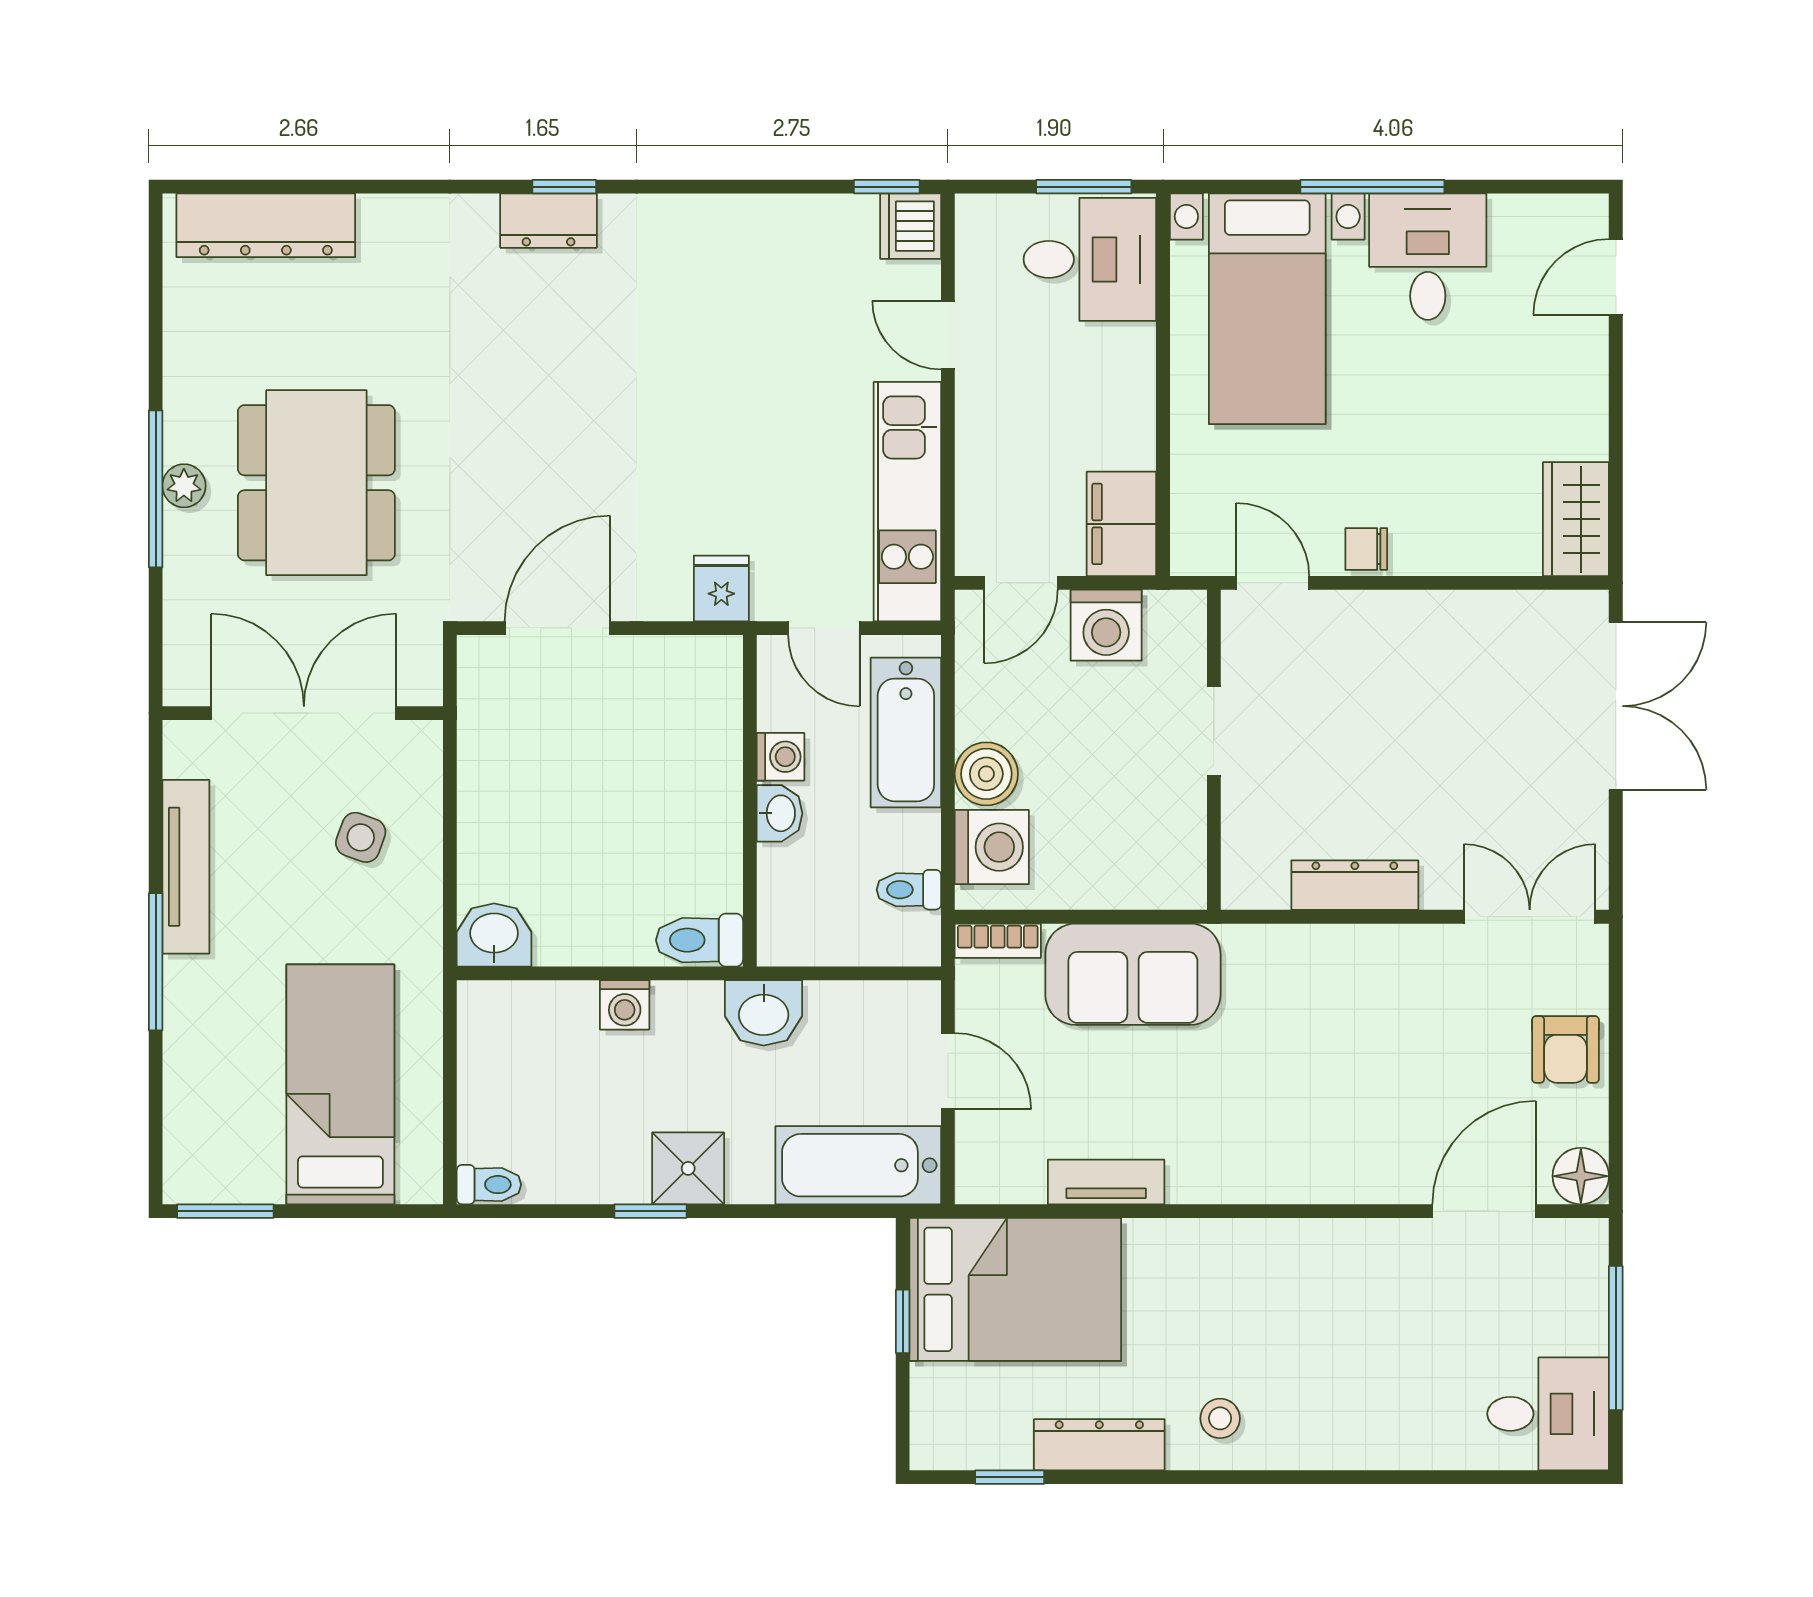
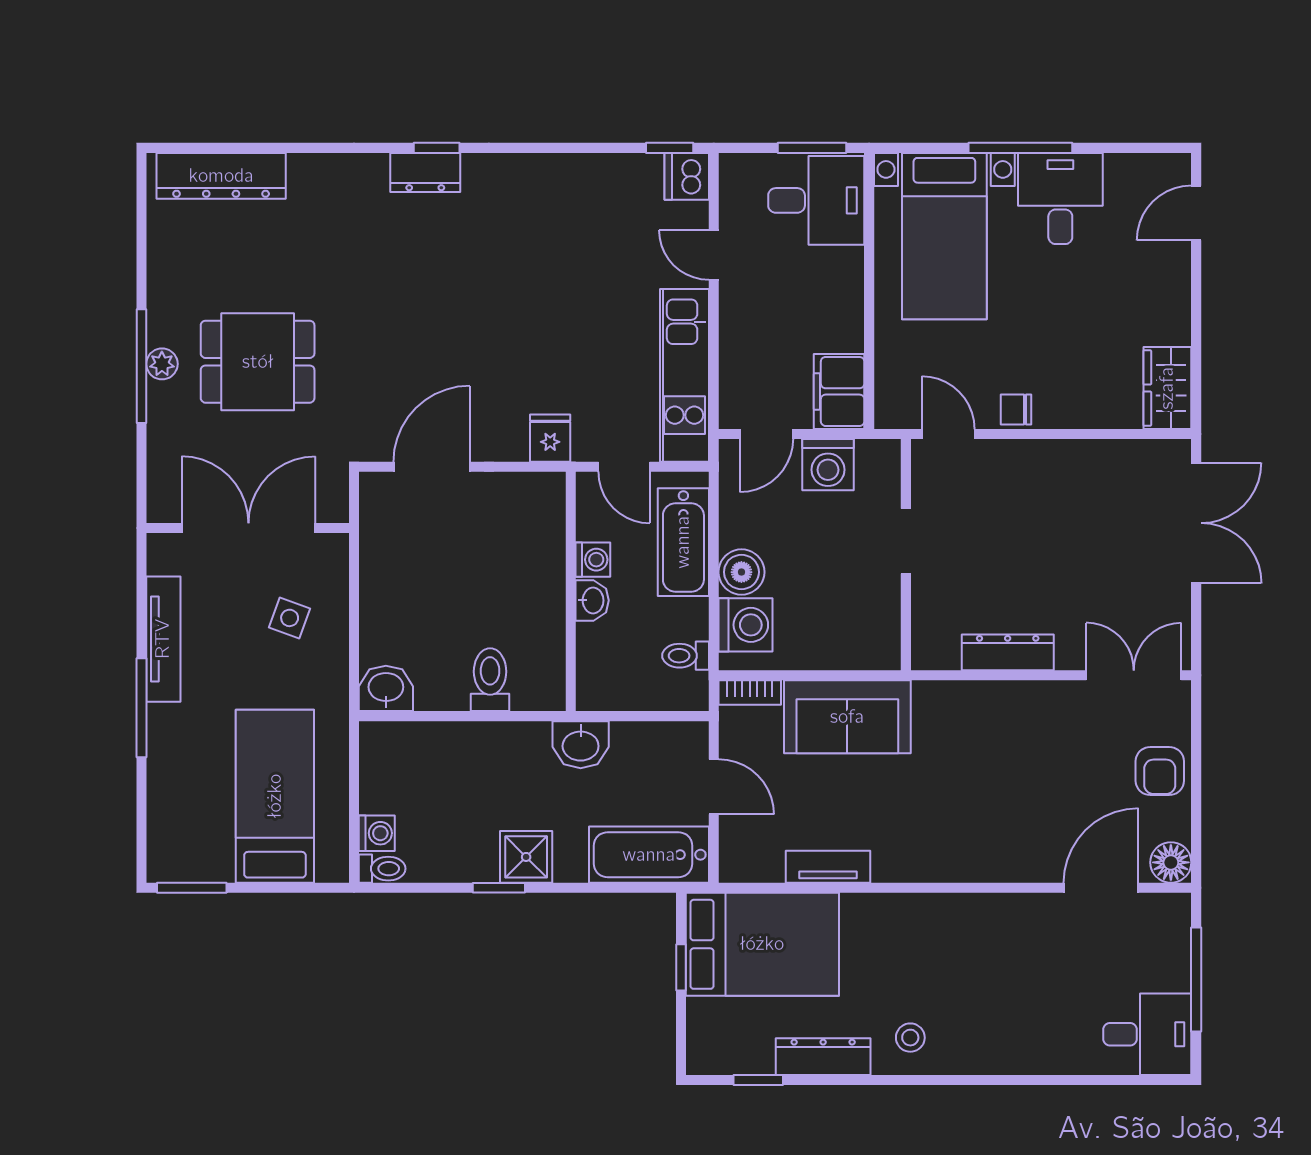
dining table: (316, 483) -> (258, 362), width x0.73
toilet: (699, 940) -> (490, 680), moved, turned 90
washing machine: (625, 1005) -> (377, 833), moved, turned -90

